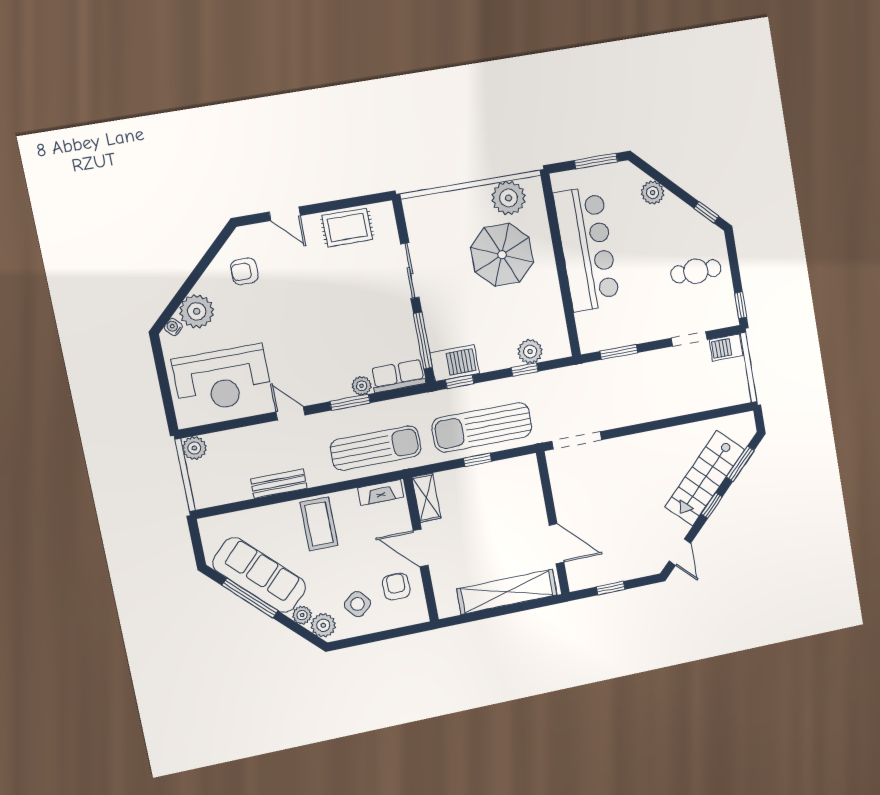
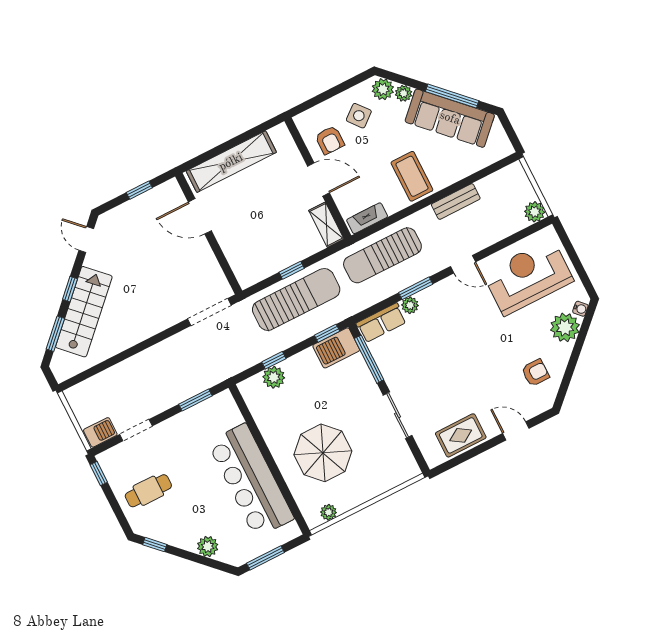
plant: (509, 198) -> (328, 512), width x0.53, depth x0.53

